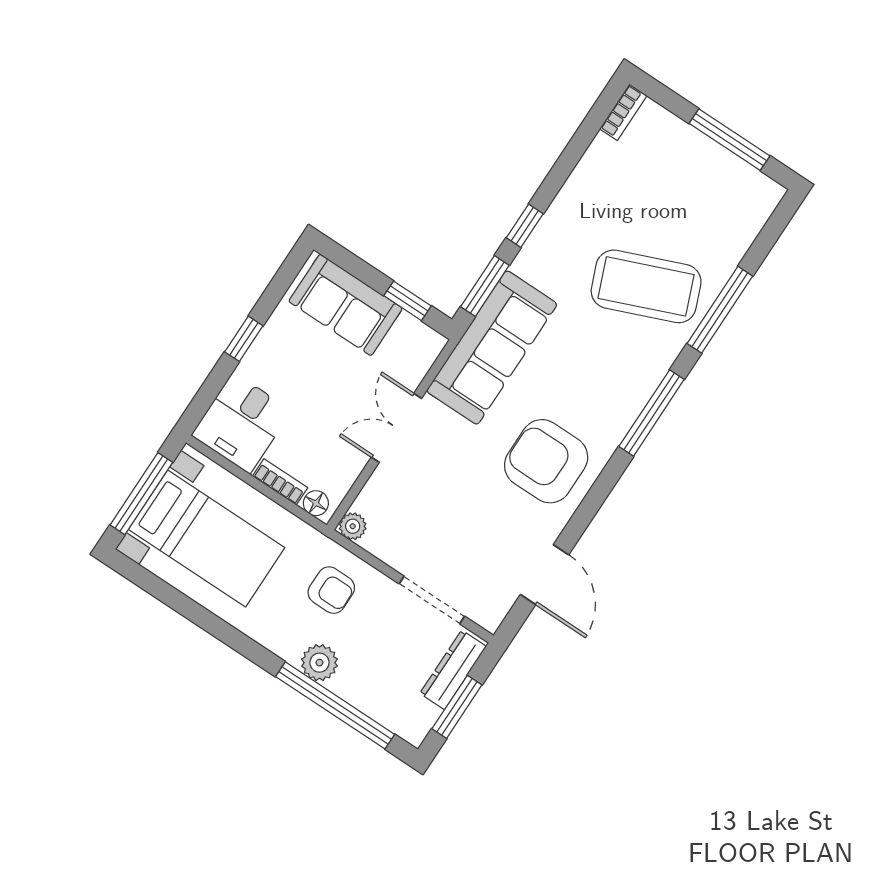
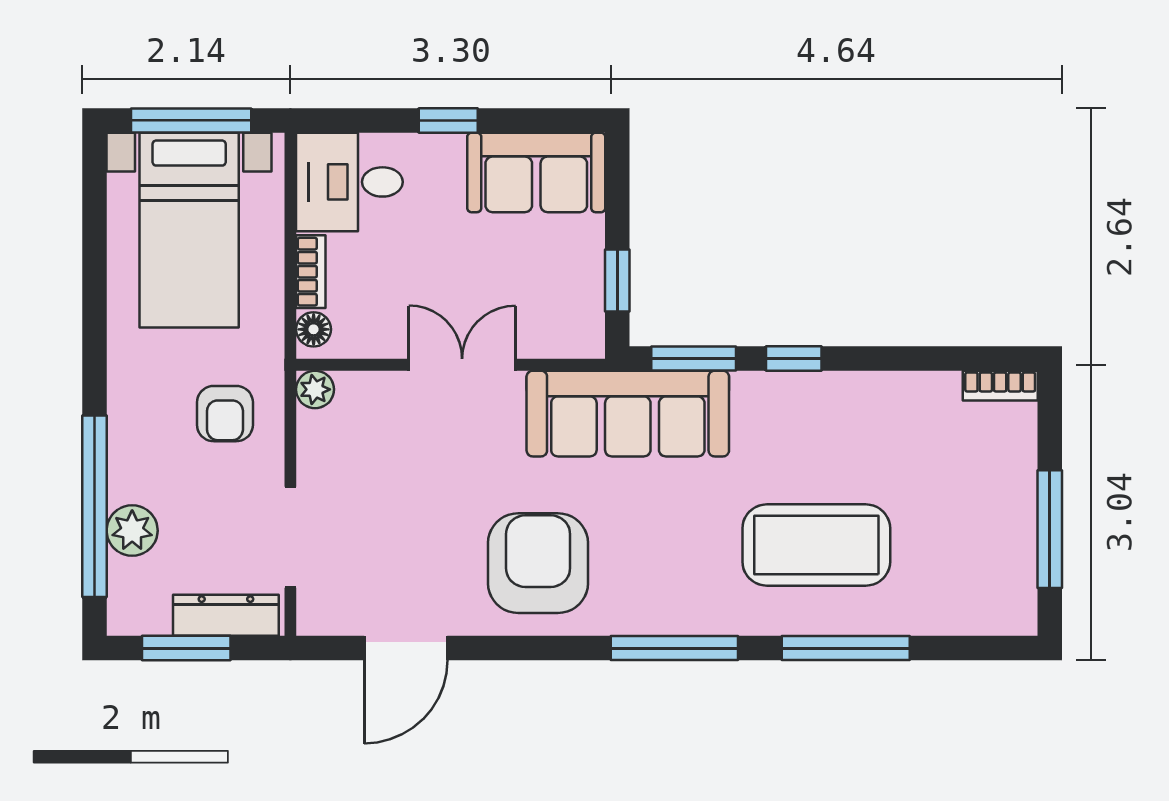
coffee table: (646, 286) -> (816, 545), turned -68
sofa: (346, 305) -> (536, 172), moved, turned -90
plant: (319, 663) -> (132, 531), moved

